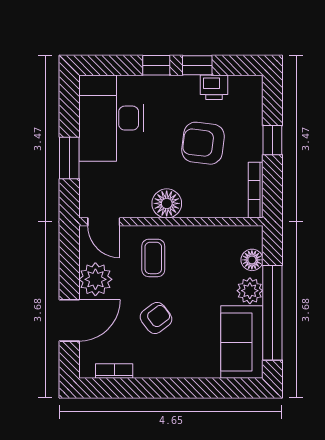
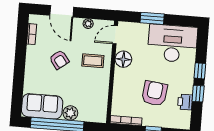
floor lamp: (167, 203) -> (123, 59), moved
floor lamp: (252, 260) -> (87, 116), removed
plant: (95, 279) -> (88, 24), width x0.53, depth x0.53

